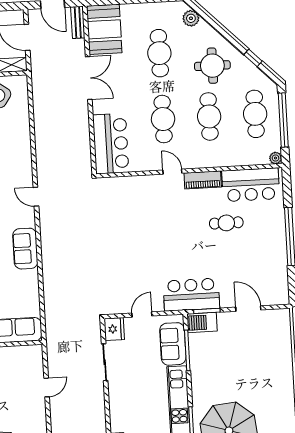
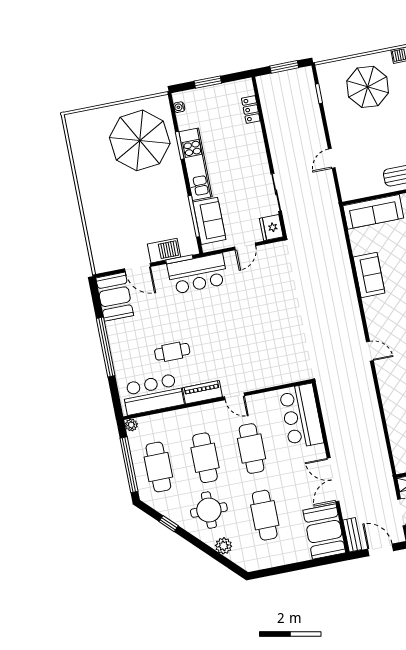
plant: (191, 18) -> (224, 546), moved
sofa: (25, 249) -> (369, 275), moved
booth: (274, 284) -> (115, 297), added
barbecue: (202, 322) -> (164, 251), moved

